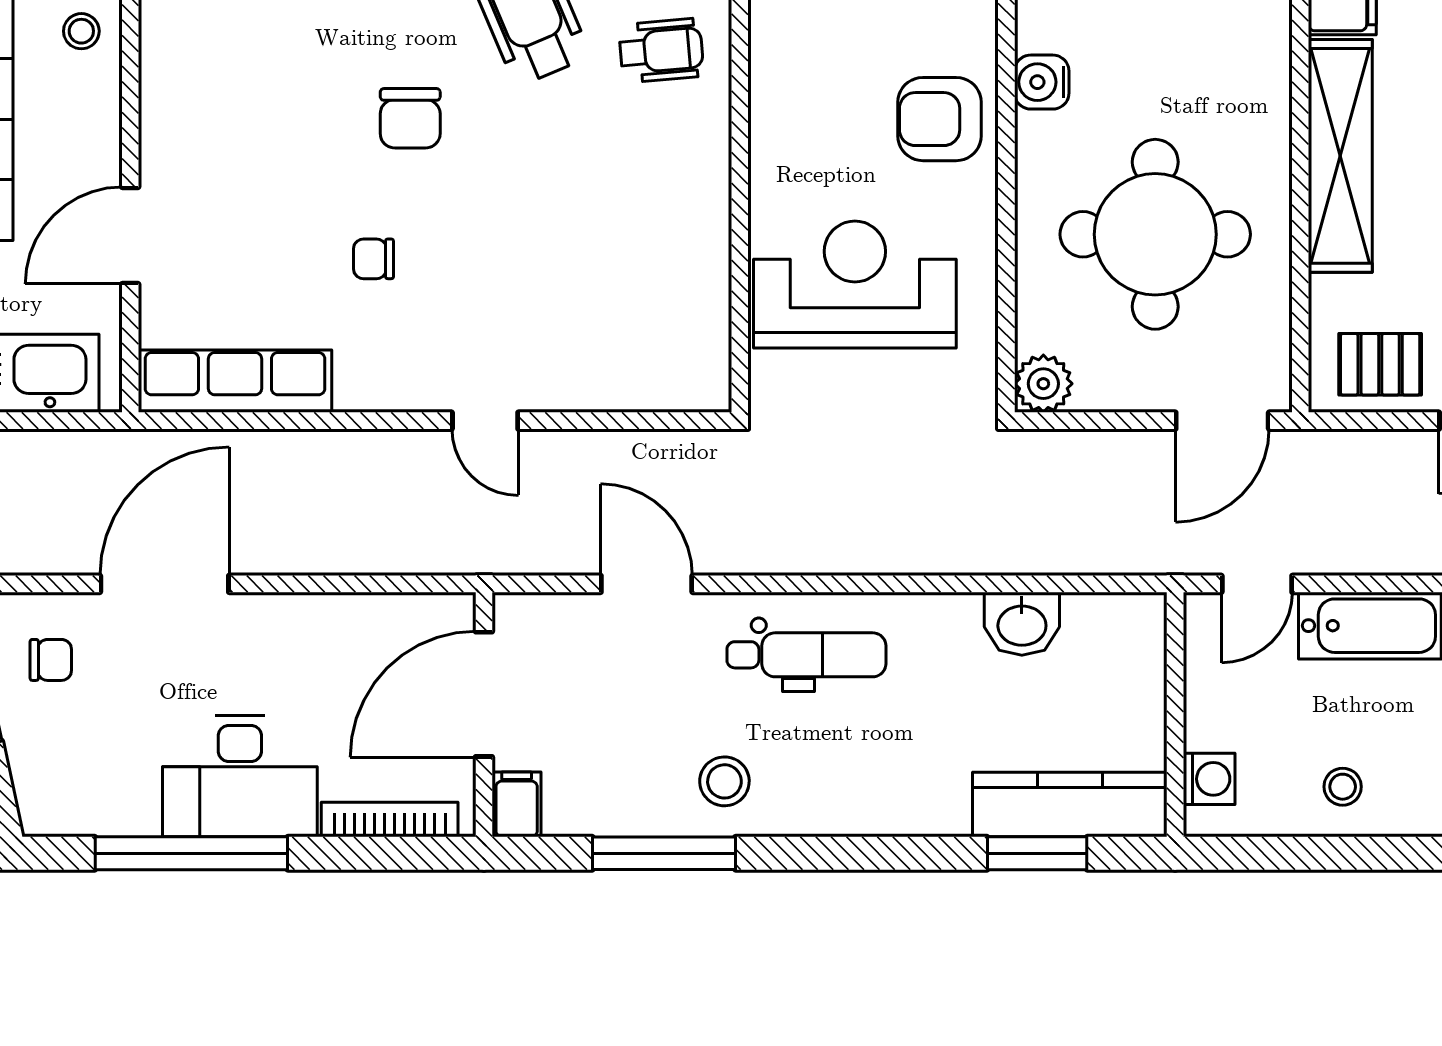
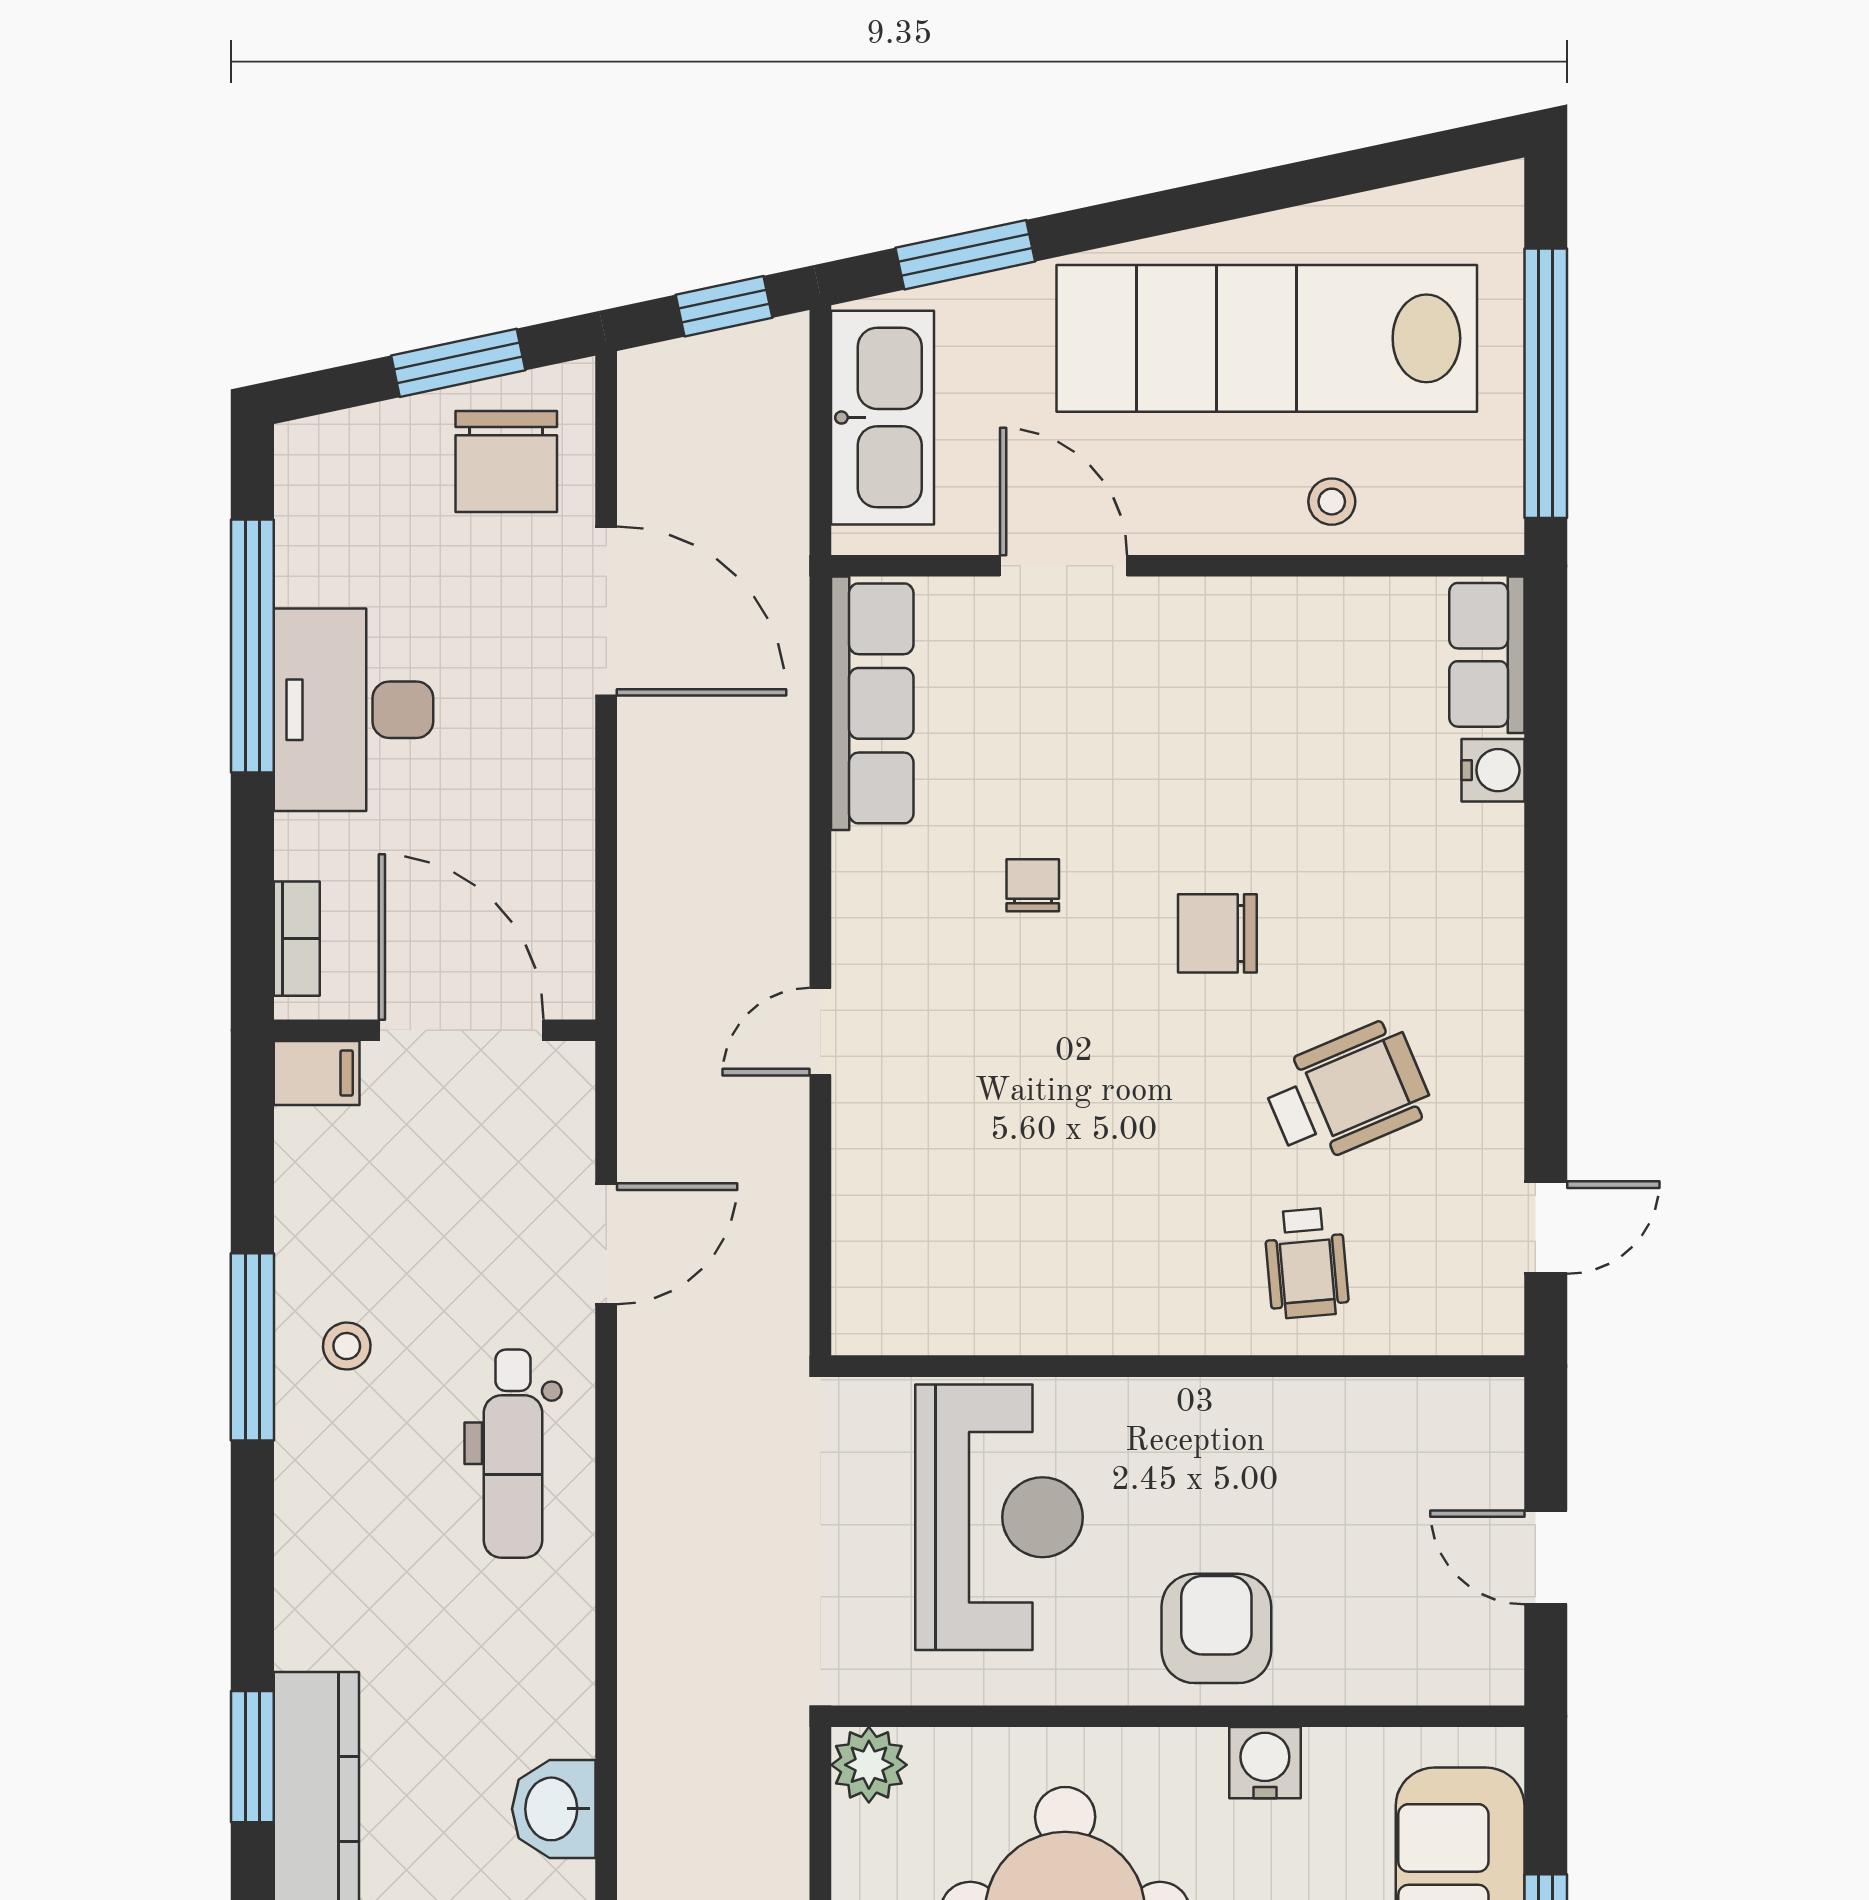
washbasin: (1022, 624) -> (554, 1809), moved
chair: (51, 660) -> (506, 461), width x1.87, depth x1.87
stool: (724, 781) -> (347, 1346), width x0.73, depth x0.73
bookcase: (390, 819) -> (297, 939), width x0.64
window: (664, 853) -> (252, 1347), moved

